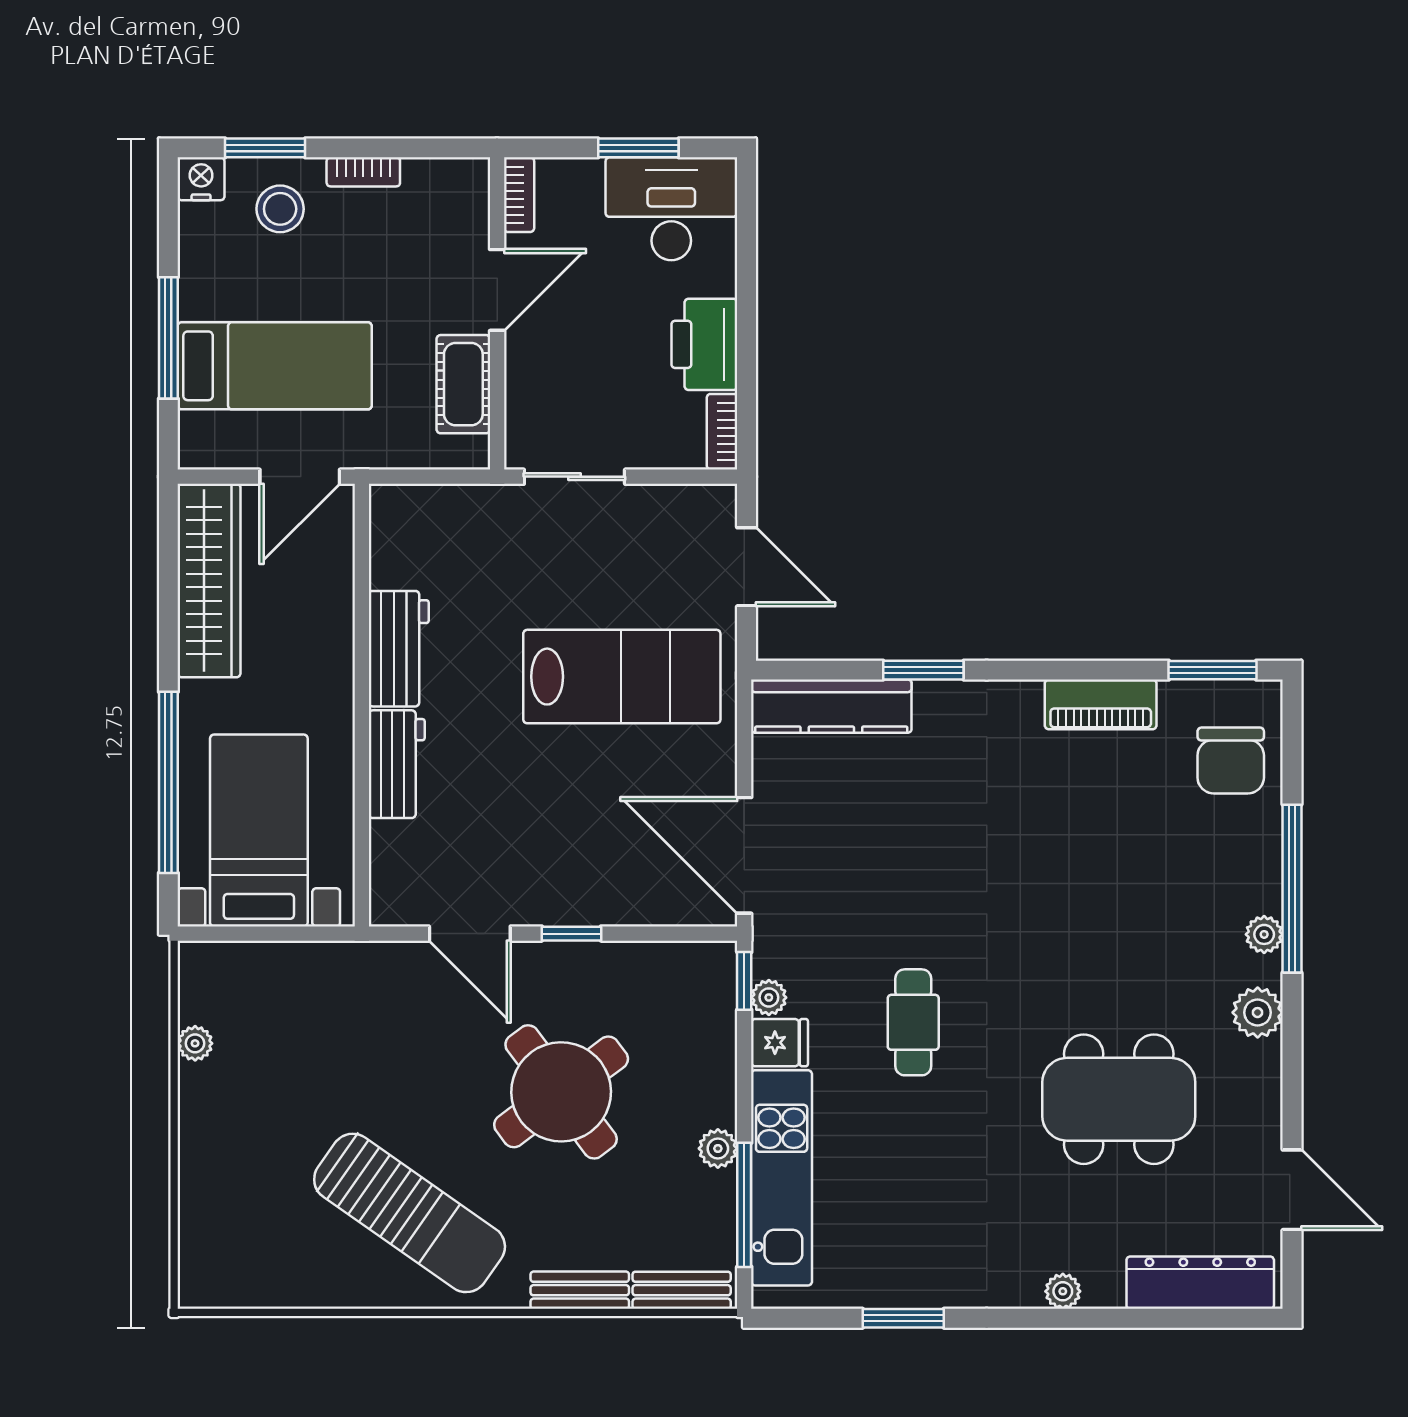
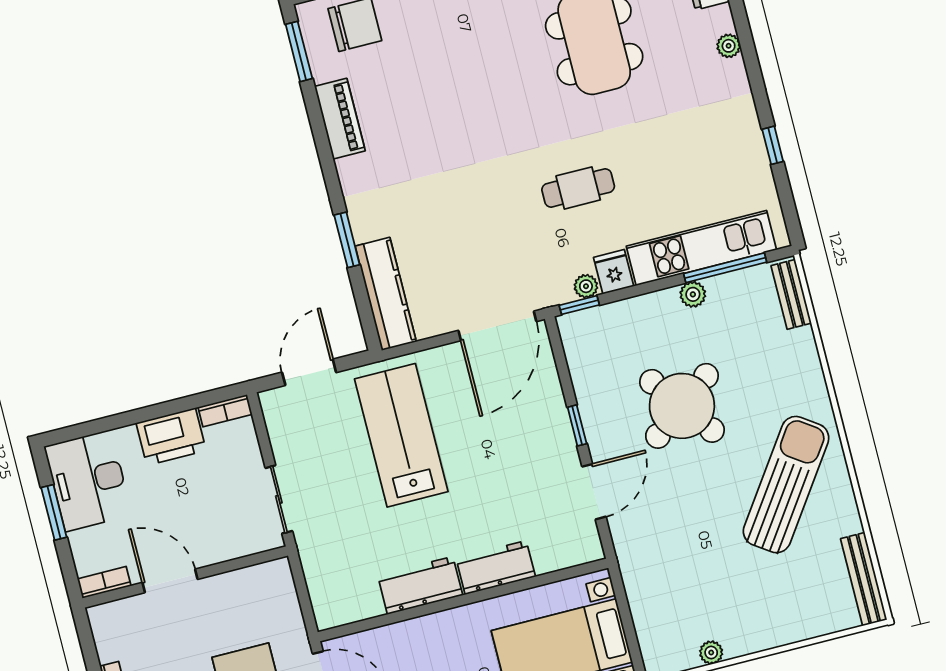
cot: (463, 384) -> (237, 587), removed
bench: (580, 1290) -> (864, 579), moved, width x1.36
window: (903, 1318) -> (773, 145), width x0.67

